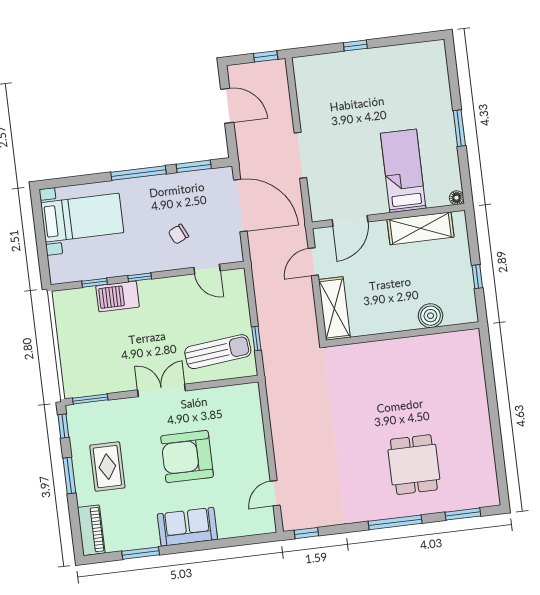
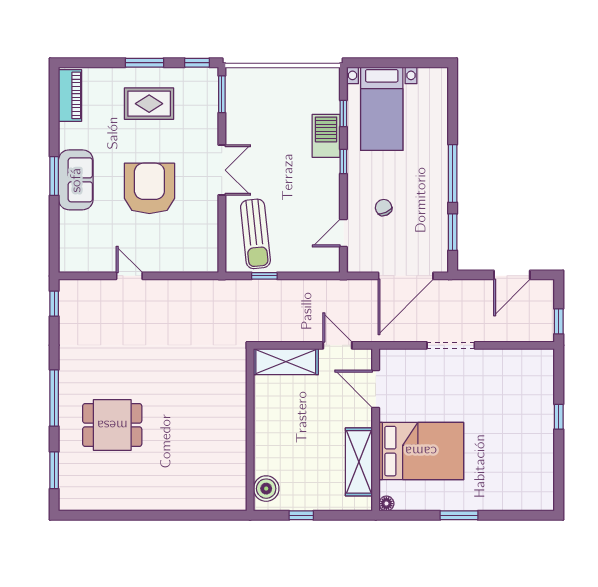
bed: (403, 171) -> (421, 451), width x1.50
bed with nightstands: (82, 218) -> (382, 109), moved
boiler: (430, 316) -> (266, 489), moved
door: (275, 493) -> (129, 276), moved
piano: (91, 530) -> (70, 95), moved, turned -90
window: (141, 553) -> (54, 176), moved

